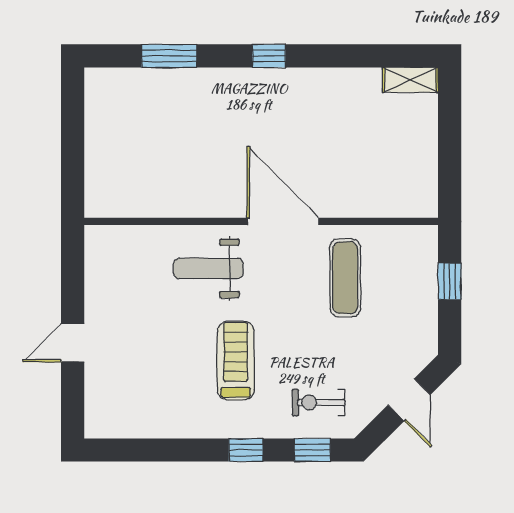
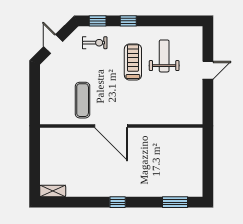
window: (169, 56) -> (175, 202), moved
weight bench: (208, 268) -> (164, 56), moved, turned -90
window: (450, 281) -> (35, 98), removed
treadmill: (236, 361) -> (133, 62), turned 180

